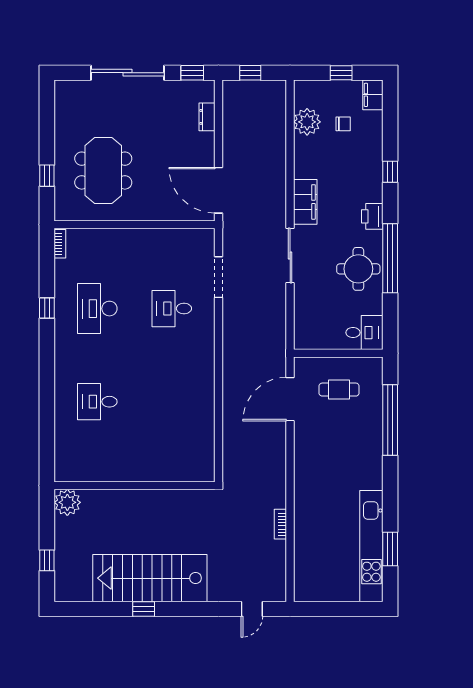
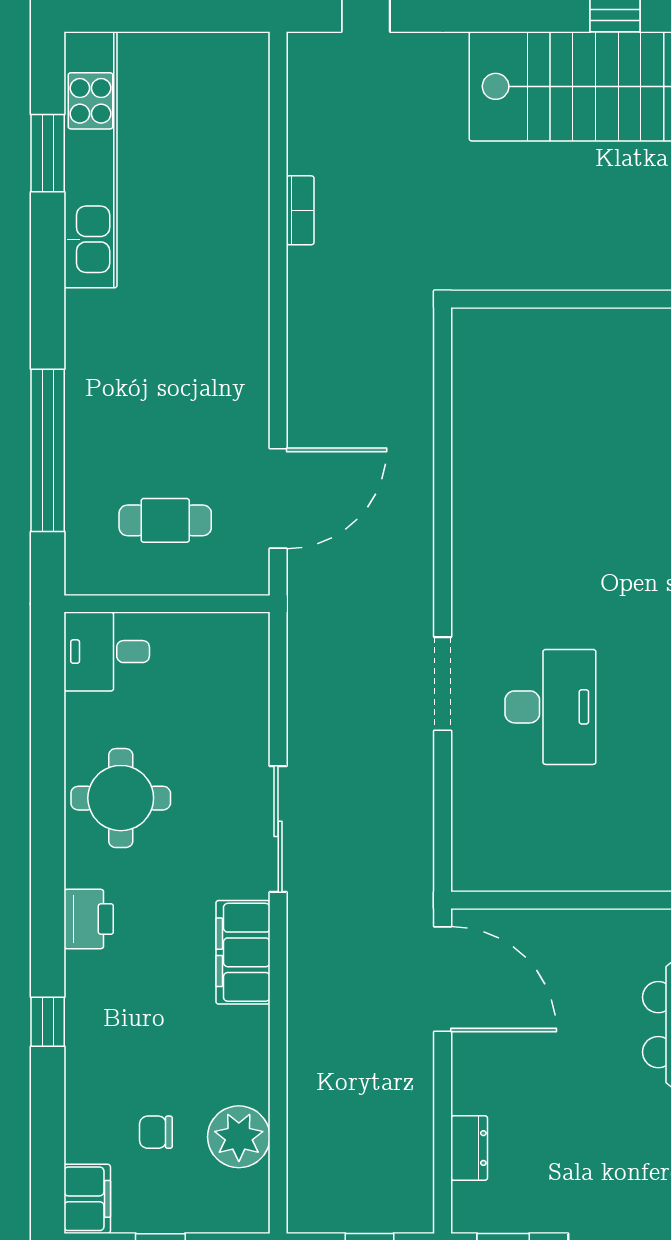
window: (390, 258) -> (48, 823), removed
doorway: (219, 277) -> (443, 684), moved
desk: (172, 309) -> (550, 707), width x1.37

